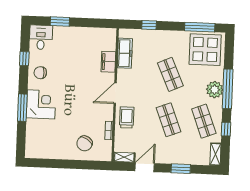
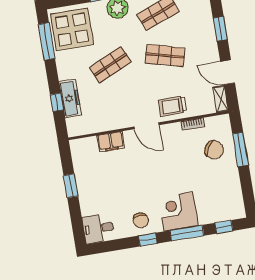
window: (60, 21) -> (71, 186), moved
freezer: (125, 53) -> (70, 98), moved, turned 90
window: (24, 59) -> (148, 240), moved
shop shelf: (169, 120) -> (165, 55), turned 36
window: (21, 138) -> (224, 227), added
window: (81, 165) -> (240, 149), added

